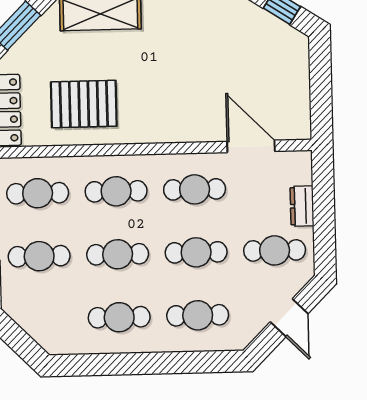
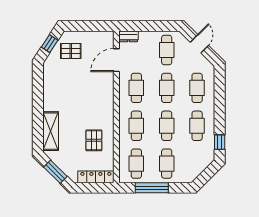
pallet: (268, 52) -> (71, 51), added
pallet: (84, 104) -> (94, 140), width x0.67, depth x0.71
dresser: (302, 206) -> (128, 36), moved
door: (289, 318) -> (199, 44), hinge flipped
window: (86, 365) -> (220, 142), added

